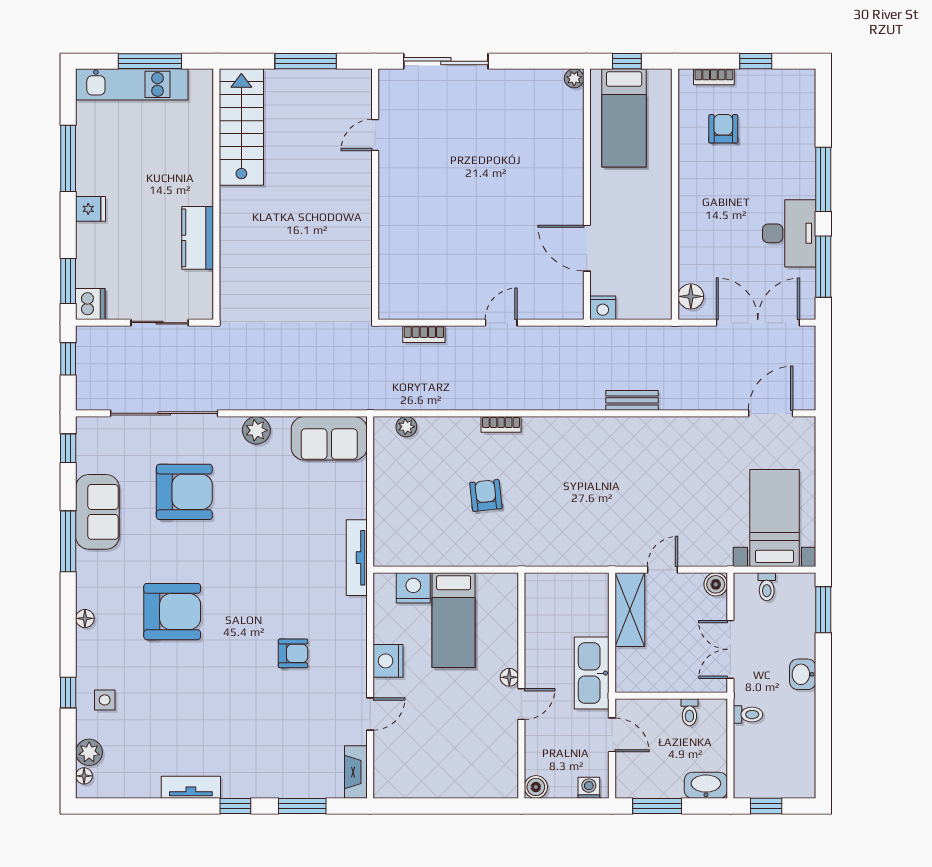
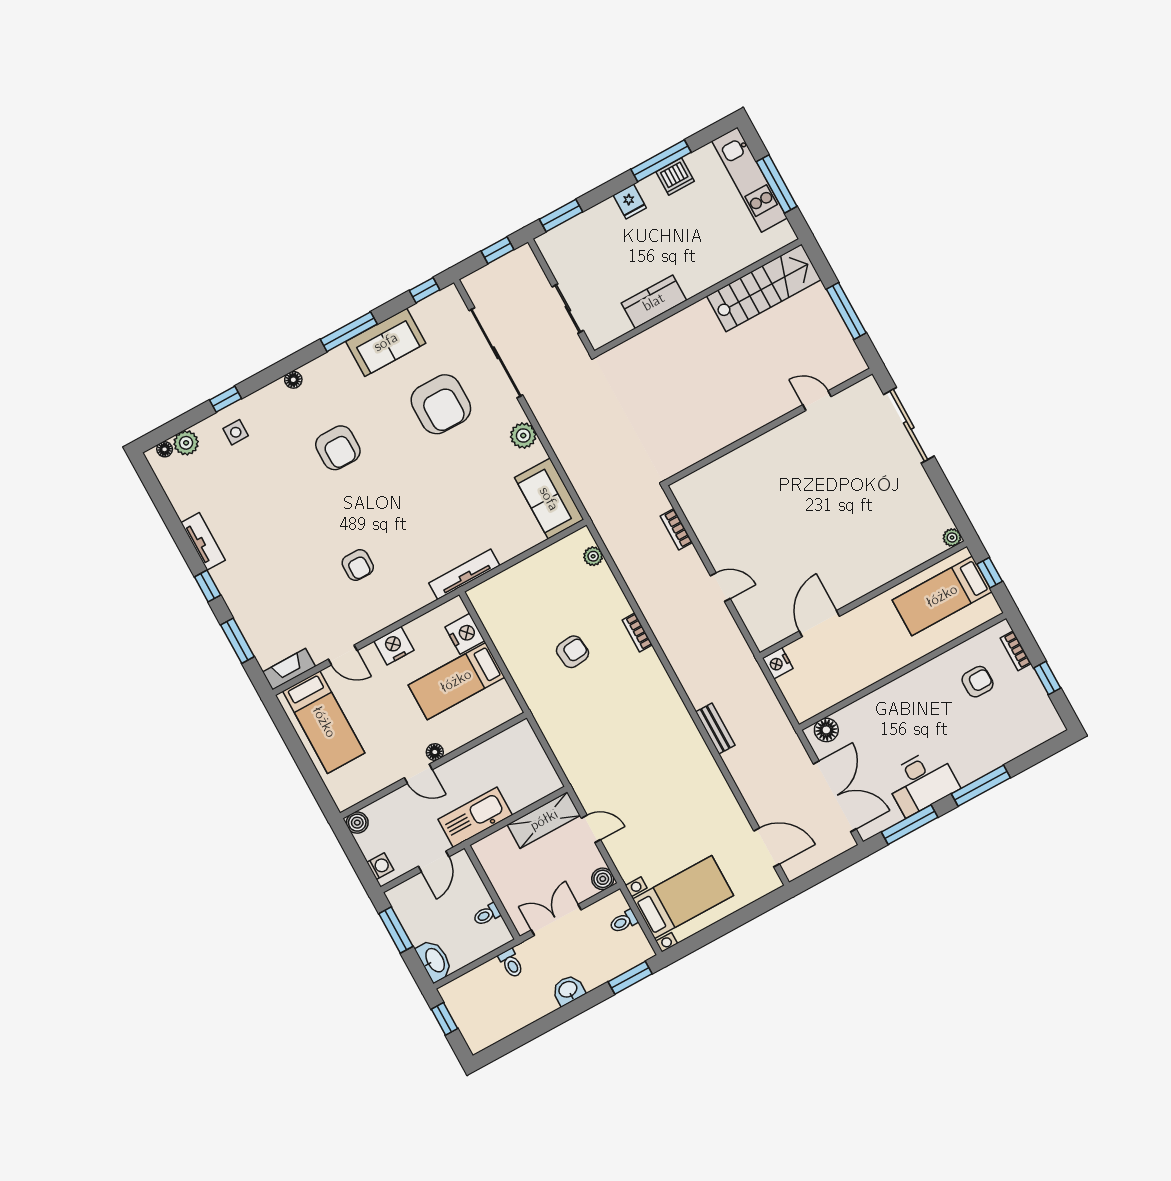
dishwasher: (90, 304) -> (675, 176), moved
armchair: (172, 612) -> (338, 448), width x0.73, depth x0.73
bed: (424, 767) -> (324, 722), added

